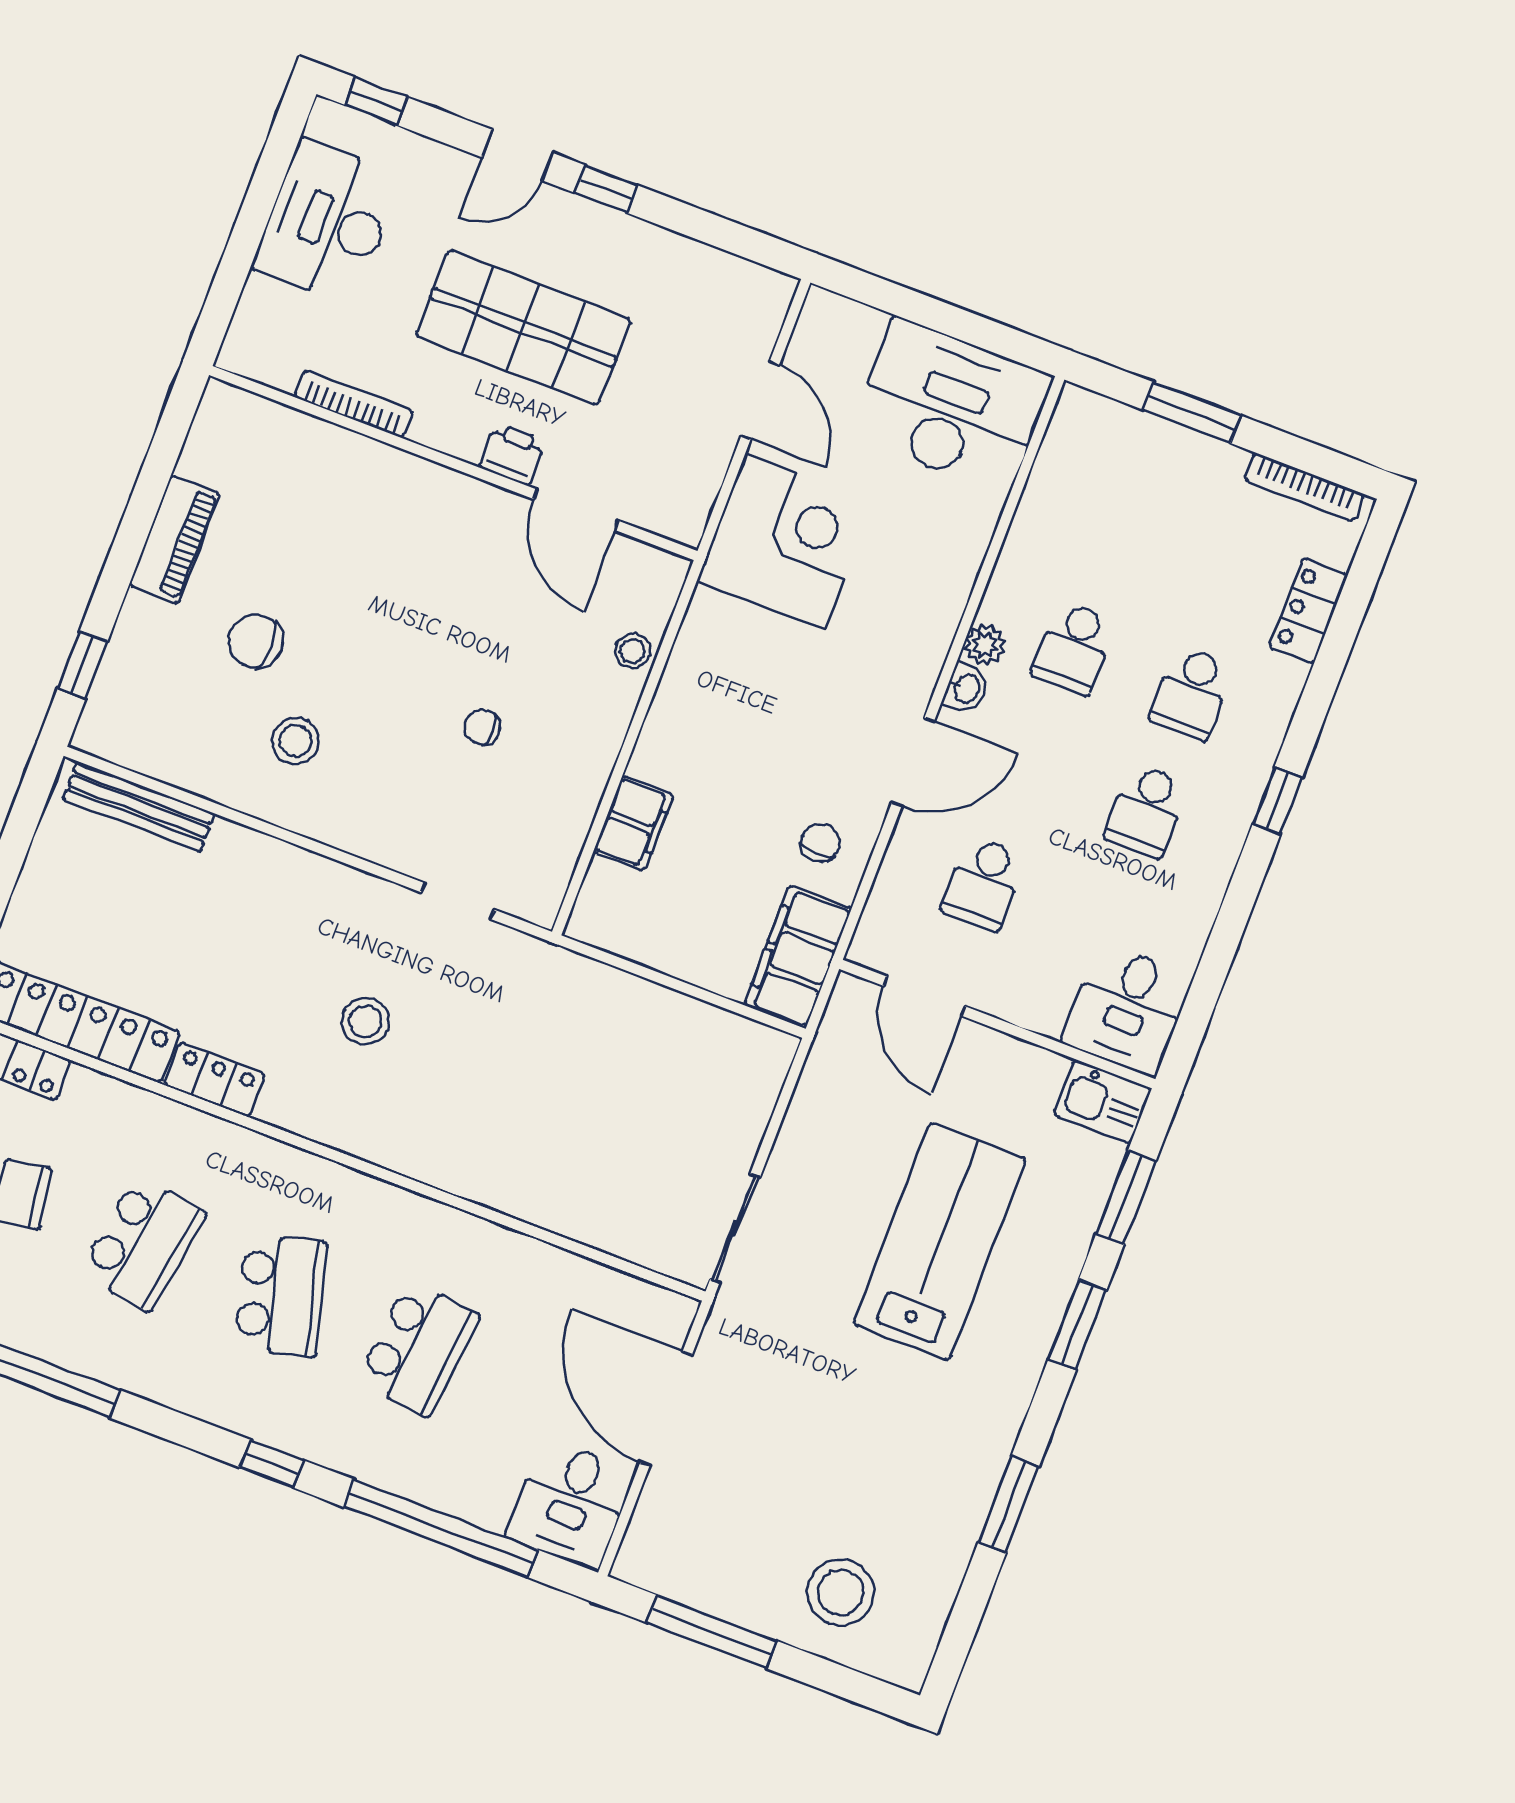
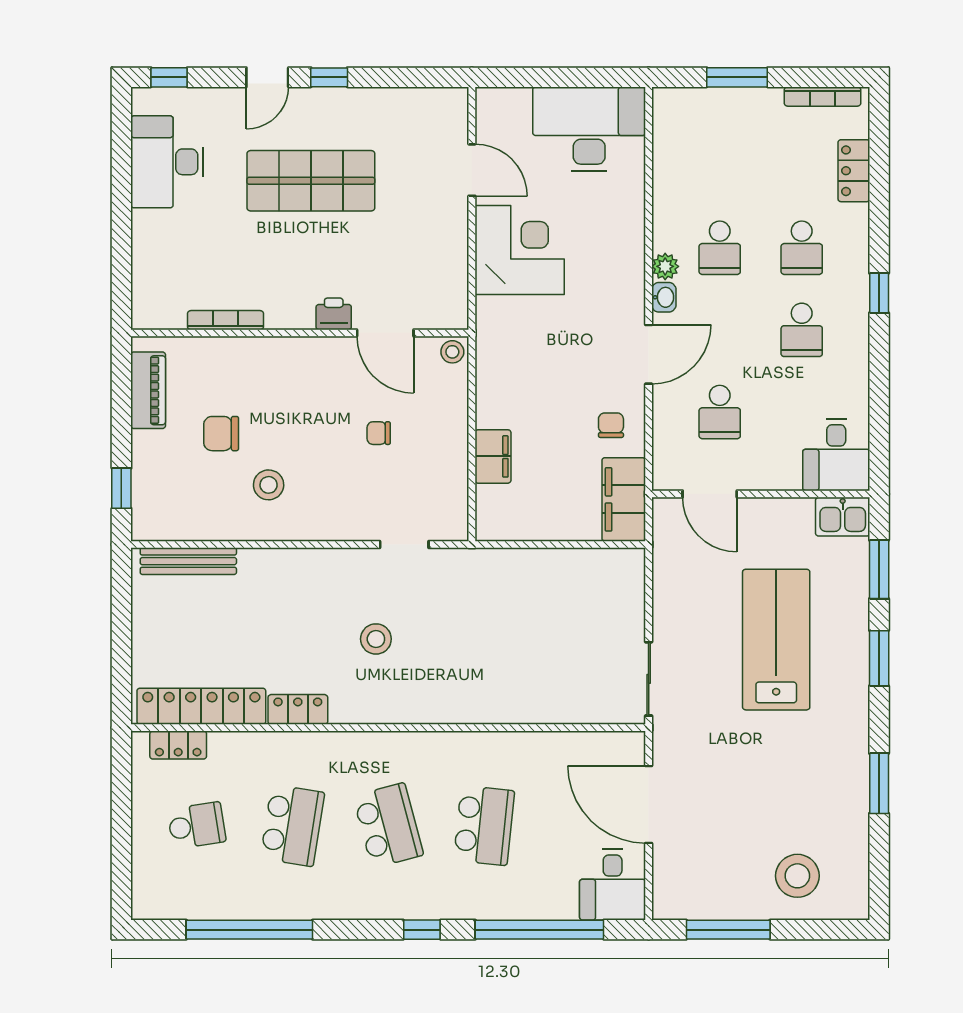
bookcase: (354, 404) -> (225, 320), moved
printer: (512, 454) -> (334, 314), moved
wall: (453, 463) -> (300, 333), moved
door: (576, 510) -> (385, 333), moved

